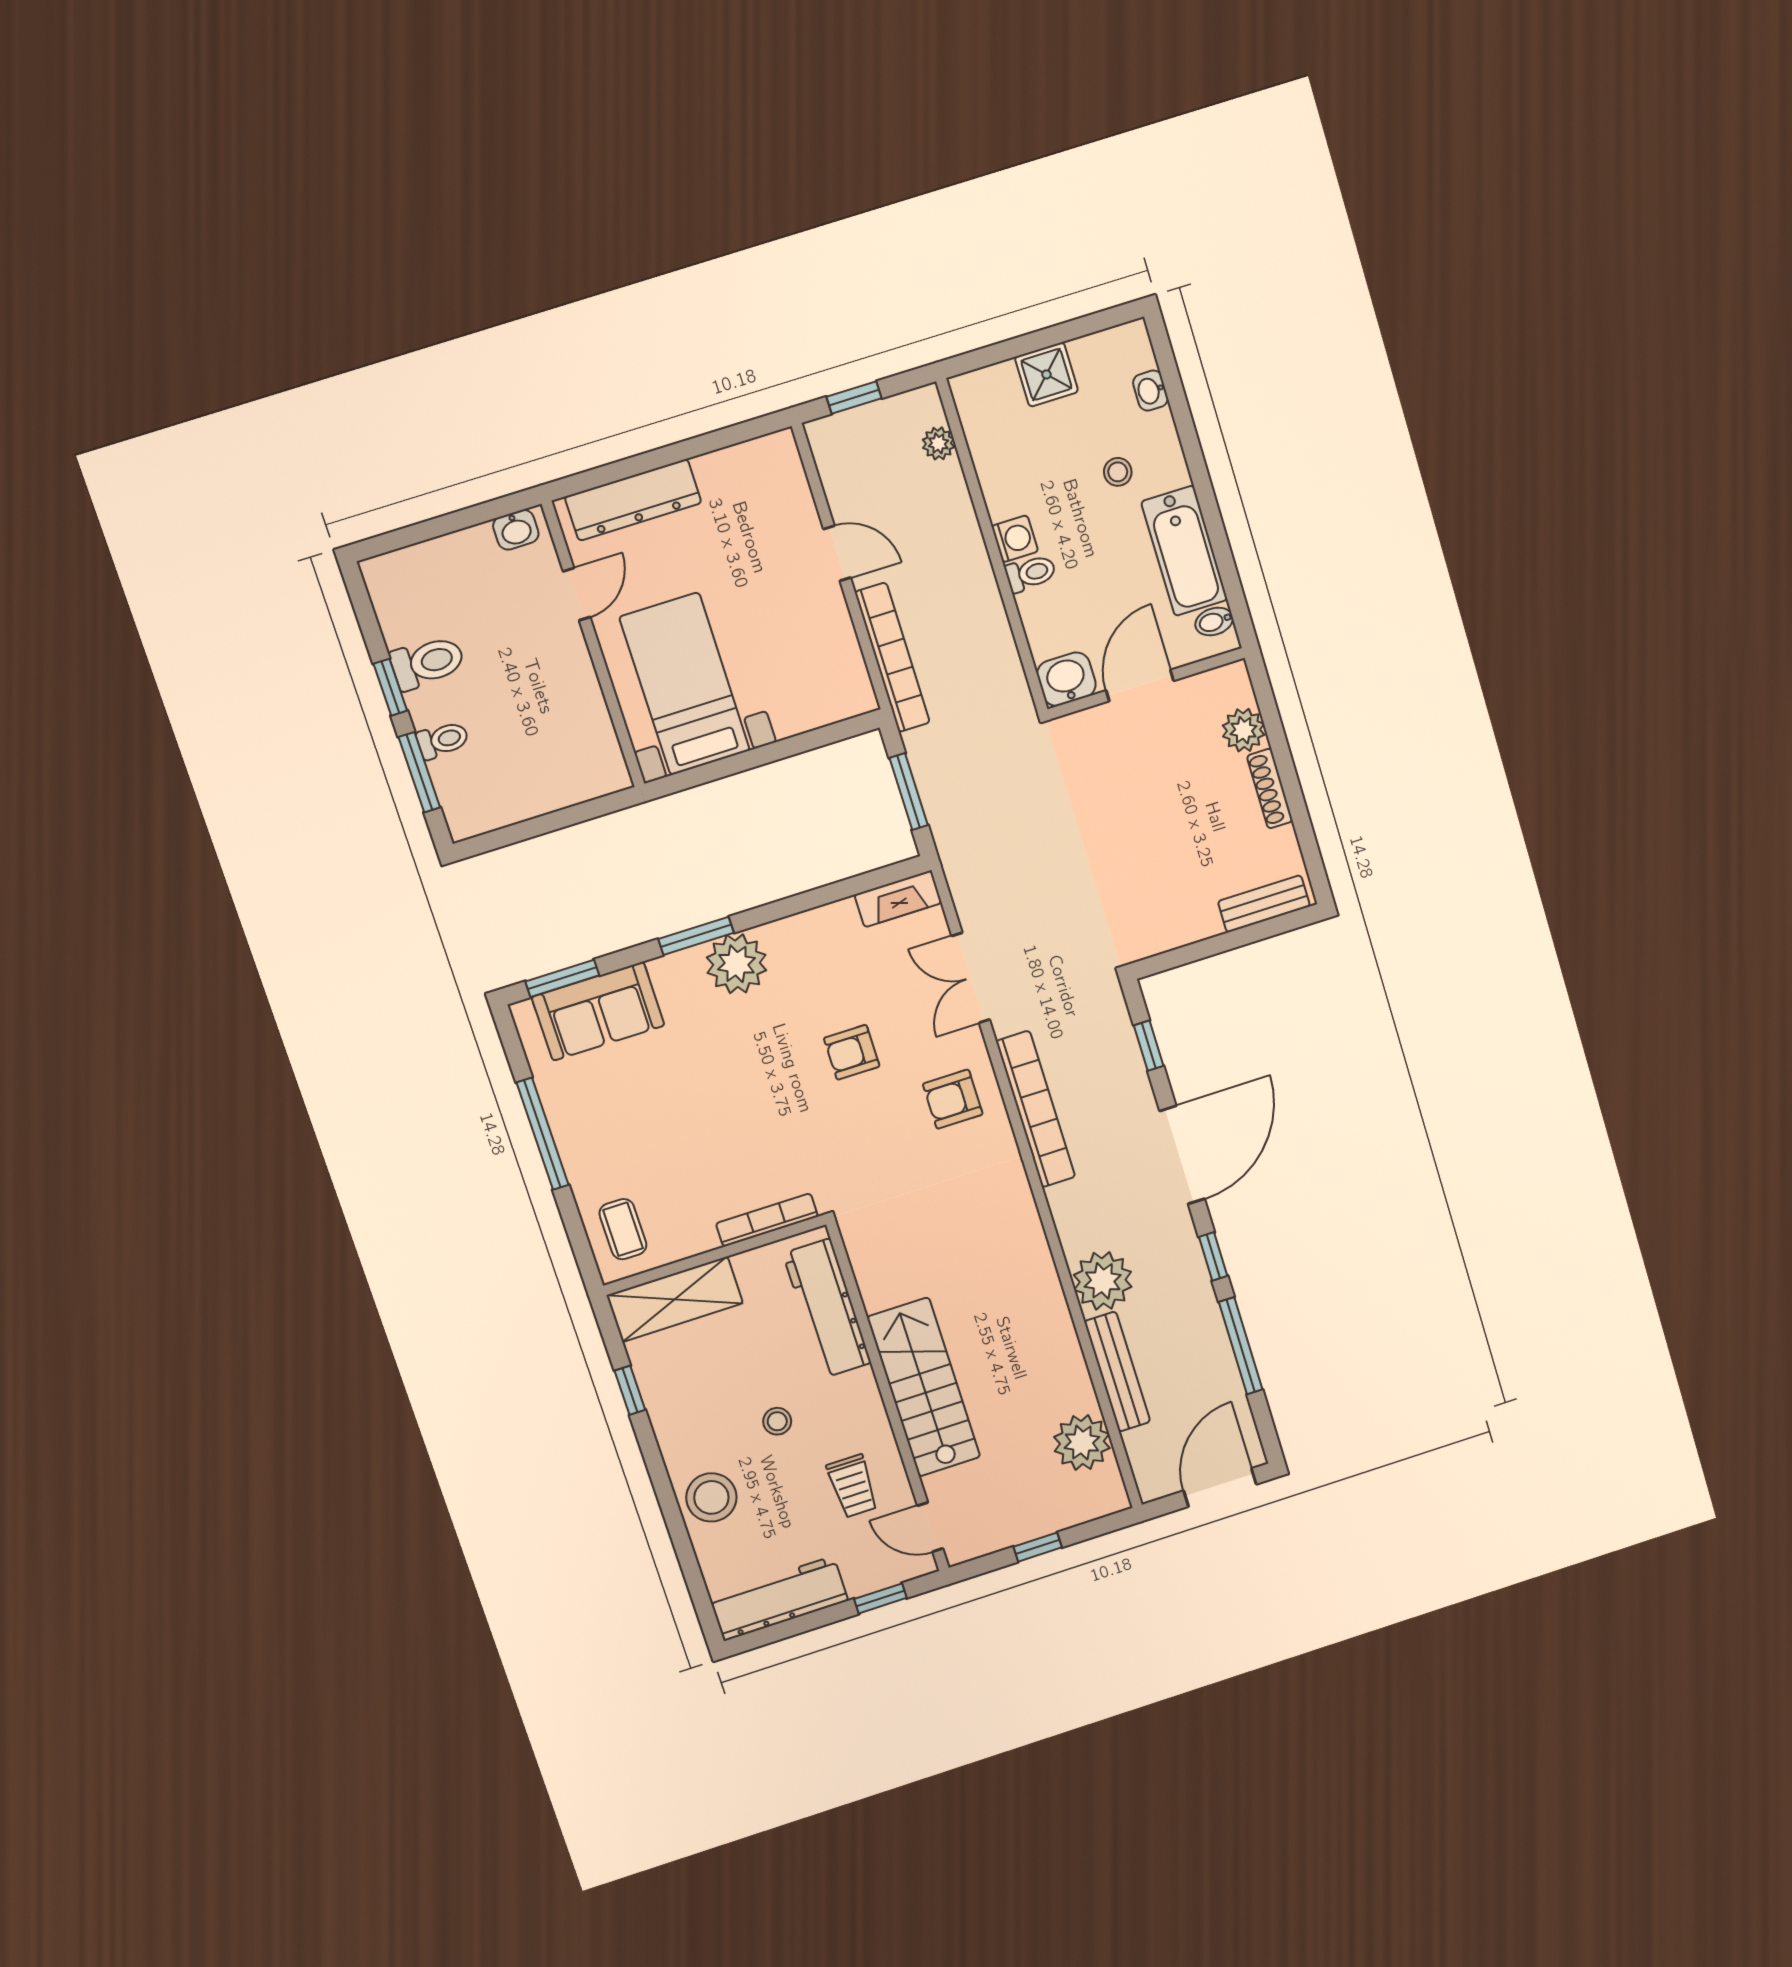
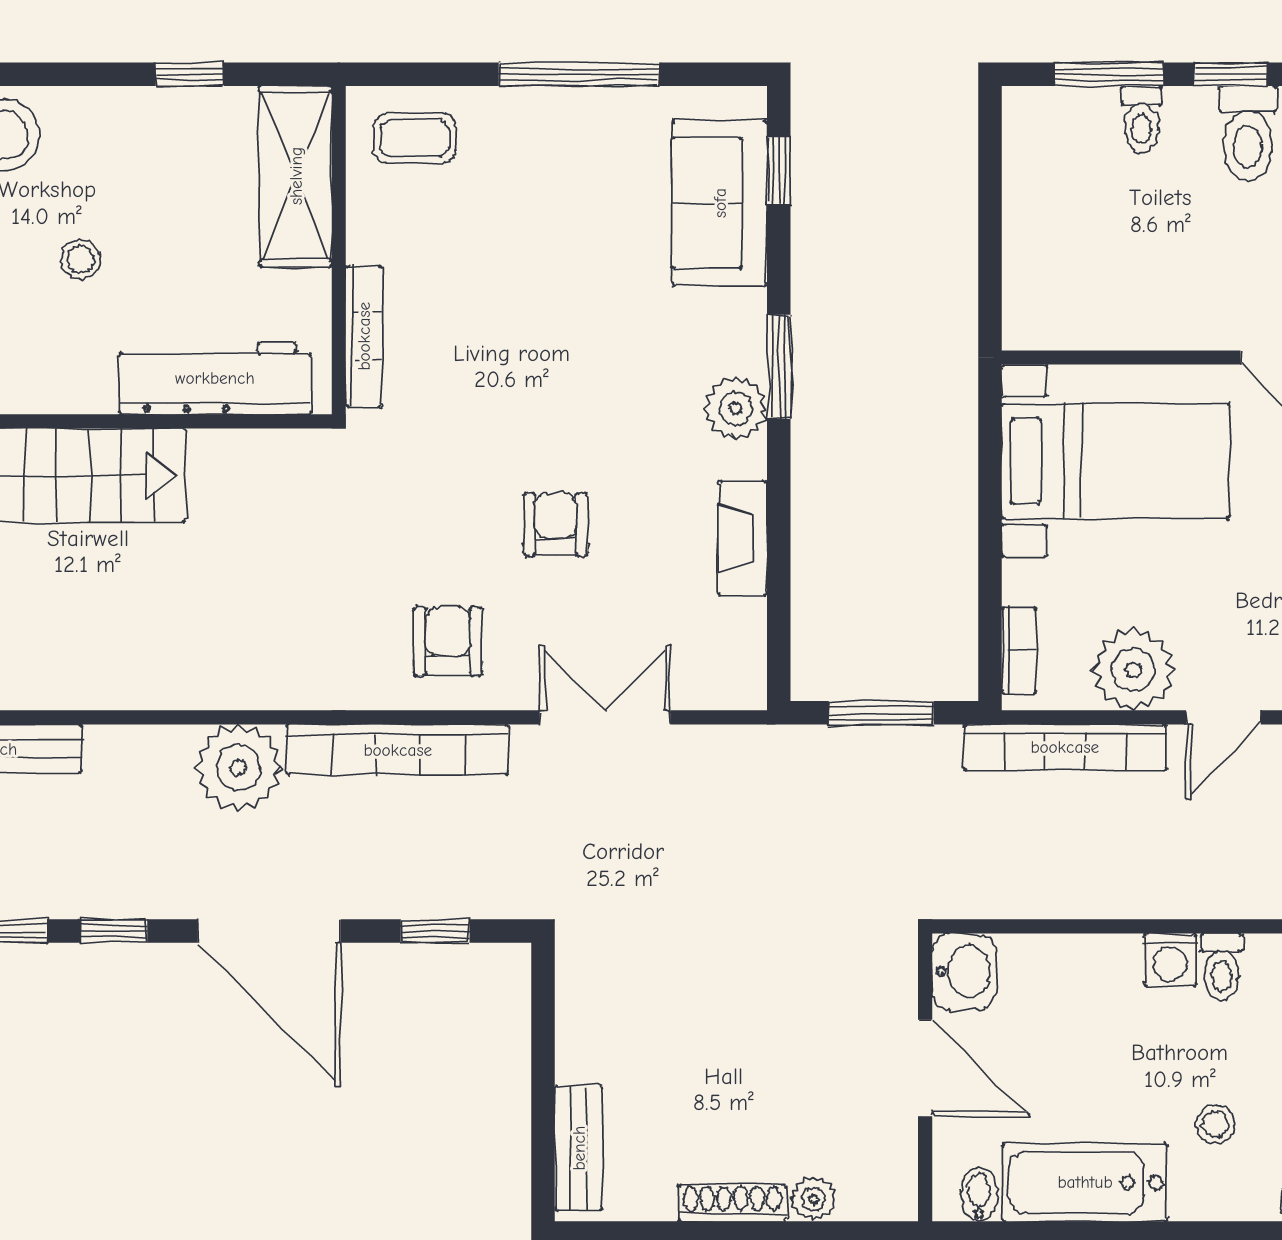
toilet: (1031, 573) -> (1222, 967), moved
plant: (824, 626) -> (1133, 670), added
bookcase: (836, 710) -> (1019, 650), added
plant: (1244, 730) -> (813, 1199), width x0.73, depth x0.73
fireplace: (898, 899) -> (743, 538), moved
plant: (736, 964) -> (736, 408), width x0.73, depth x0.73
window: (562, 978) -> (779, 170), width x0.67
plant: (1103, 1281) -> (238, 768), moved

